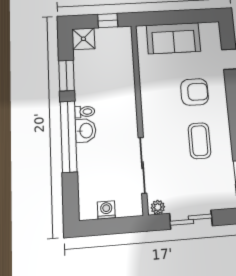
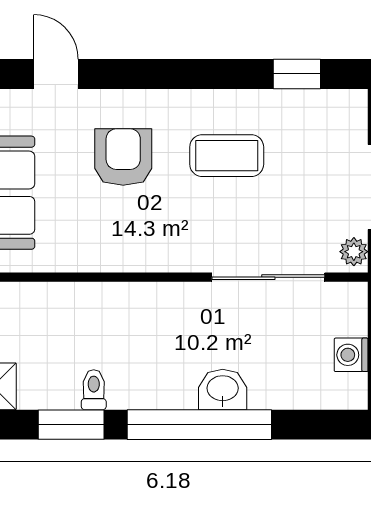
toilet: (85, 112) -> (94, 390), moved
washbasin: (86, 131) -> (223, 389), moved

